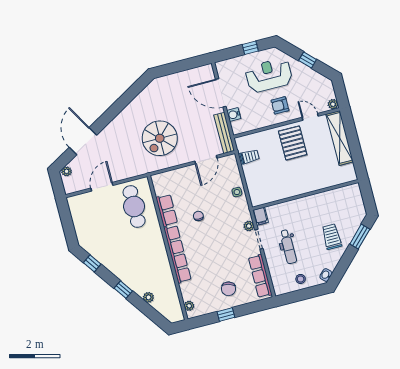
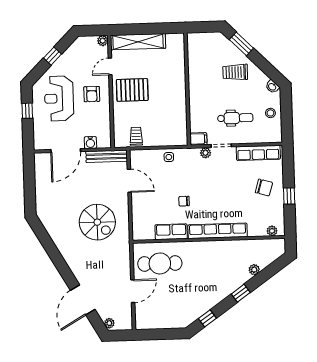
door: (83, 141) -> (83, 300), hinge flipped
door: (102, 187) -> (133, 291), swing flipped

